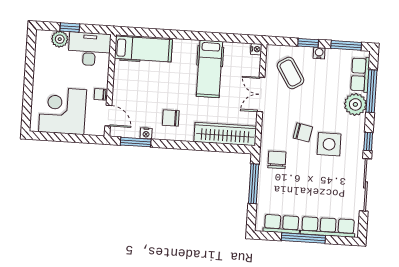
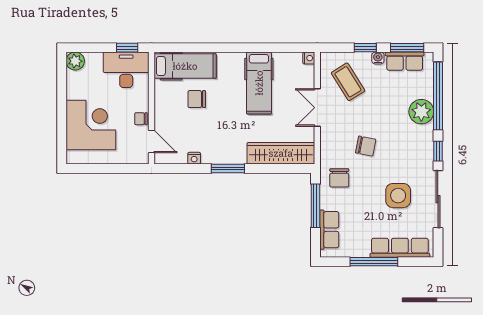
window: (70, 28) -> (127, 48), moved
plant: (60, 39) -> (75, 61), moved
row of seats: (360, 75) -> (405, 61), moved, turned -90
window: (371, 91) -> (438, 96), width x1.46
corner desk: (63, 111) -> (91, 125), moved, turned 90
chair: (171, 118) -> (197, 99), moved
window: (136, 142) -> (228, 168), moved
side table: (329, 144) -> (398, 196), moved
chair: (277, 160) -> (339, 178), turned 180
row of seats: (282, 224) -> (329, 230), moved, turned 90

